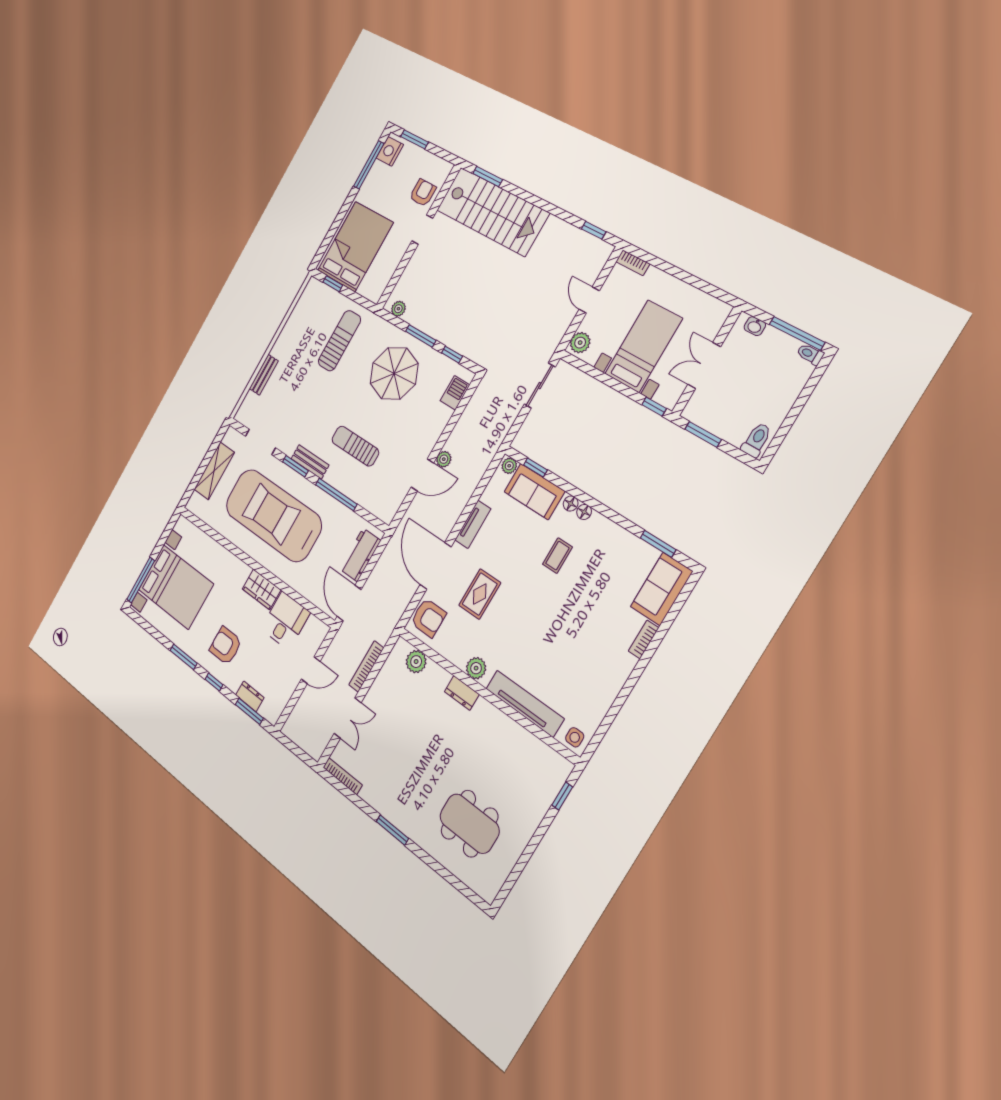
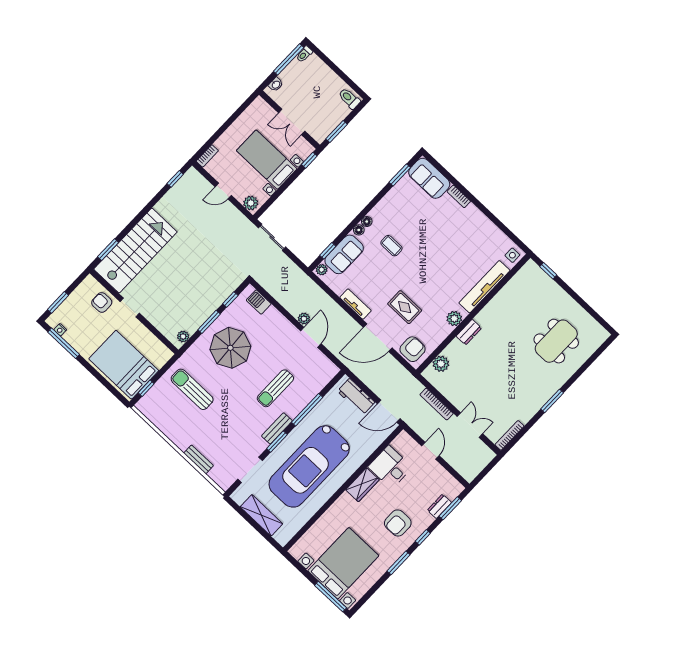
nightstand: (390, 151) -> (60, 330), width x0.53, depth x0.56

